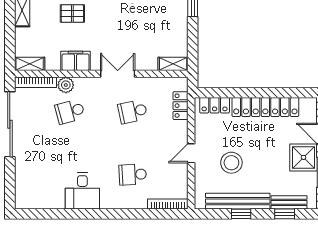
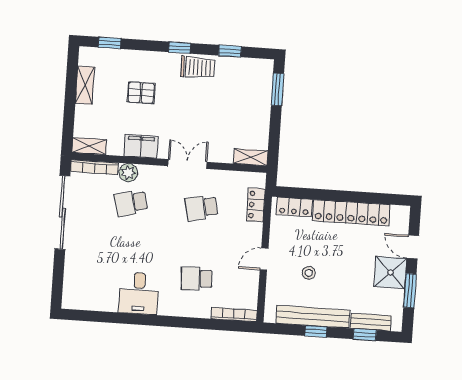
stool: (231, 163) -> (309, 273), width x0.53, depth x0.53

